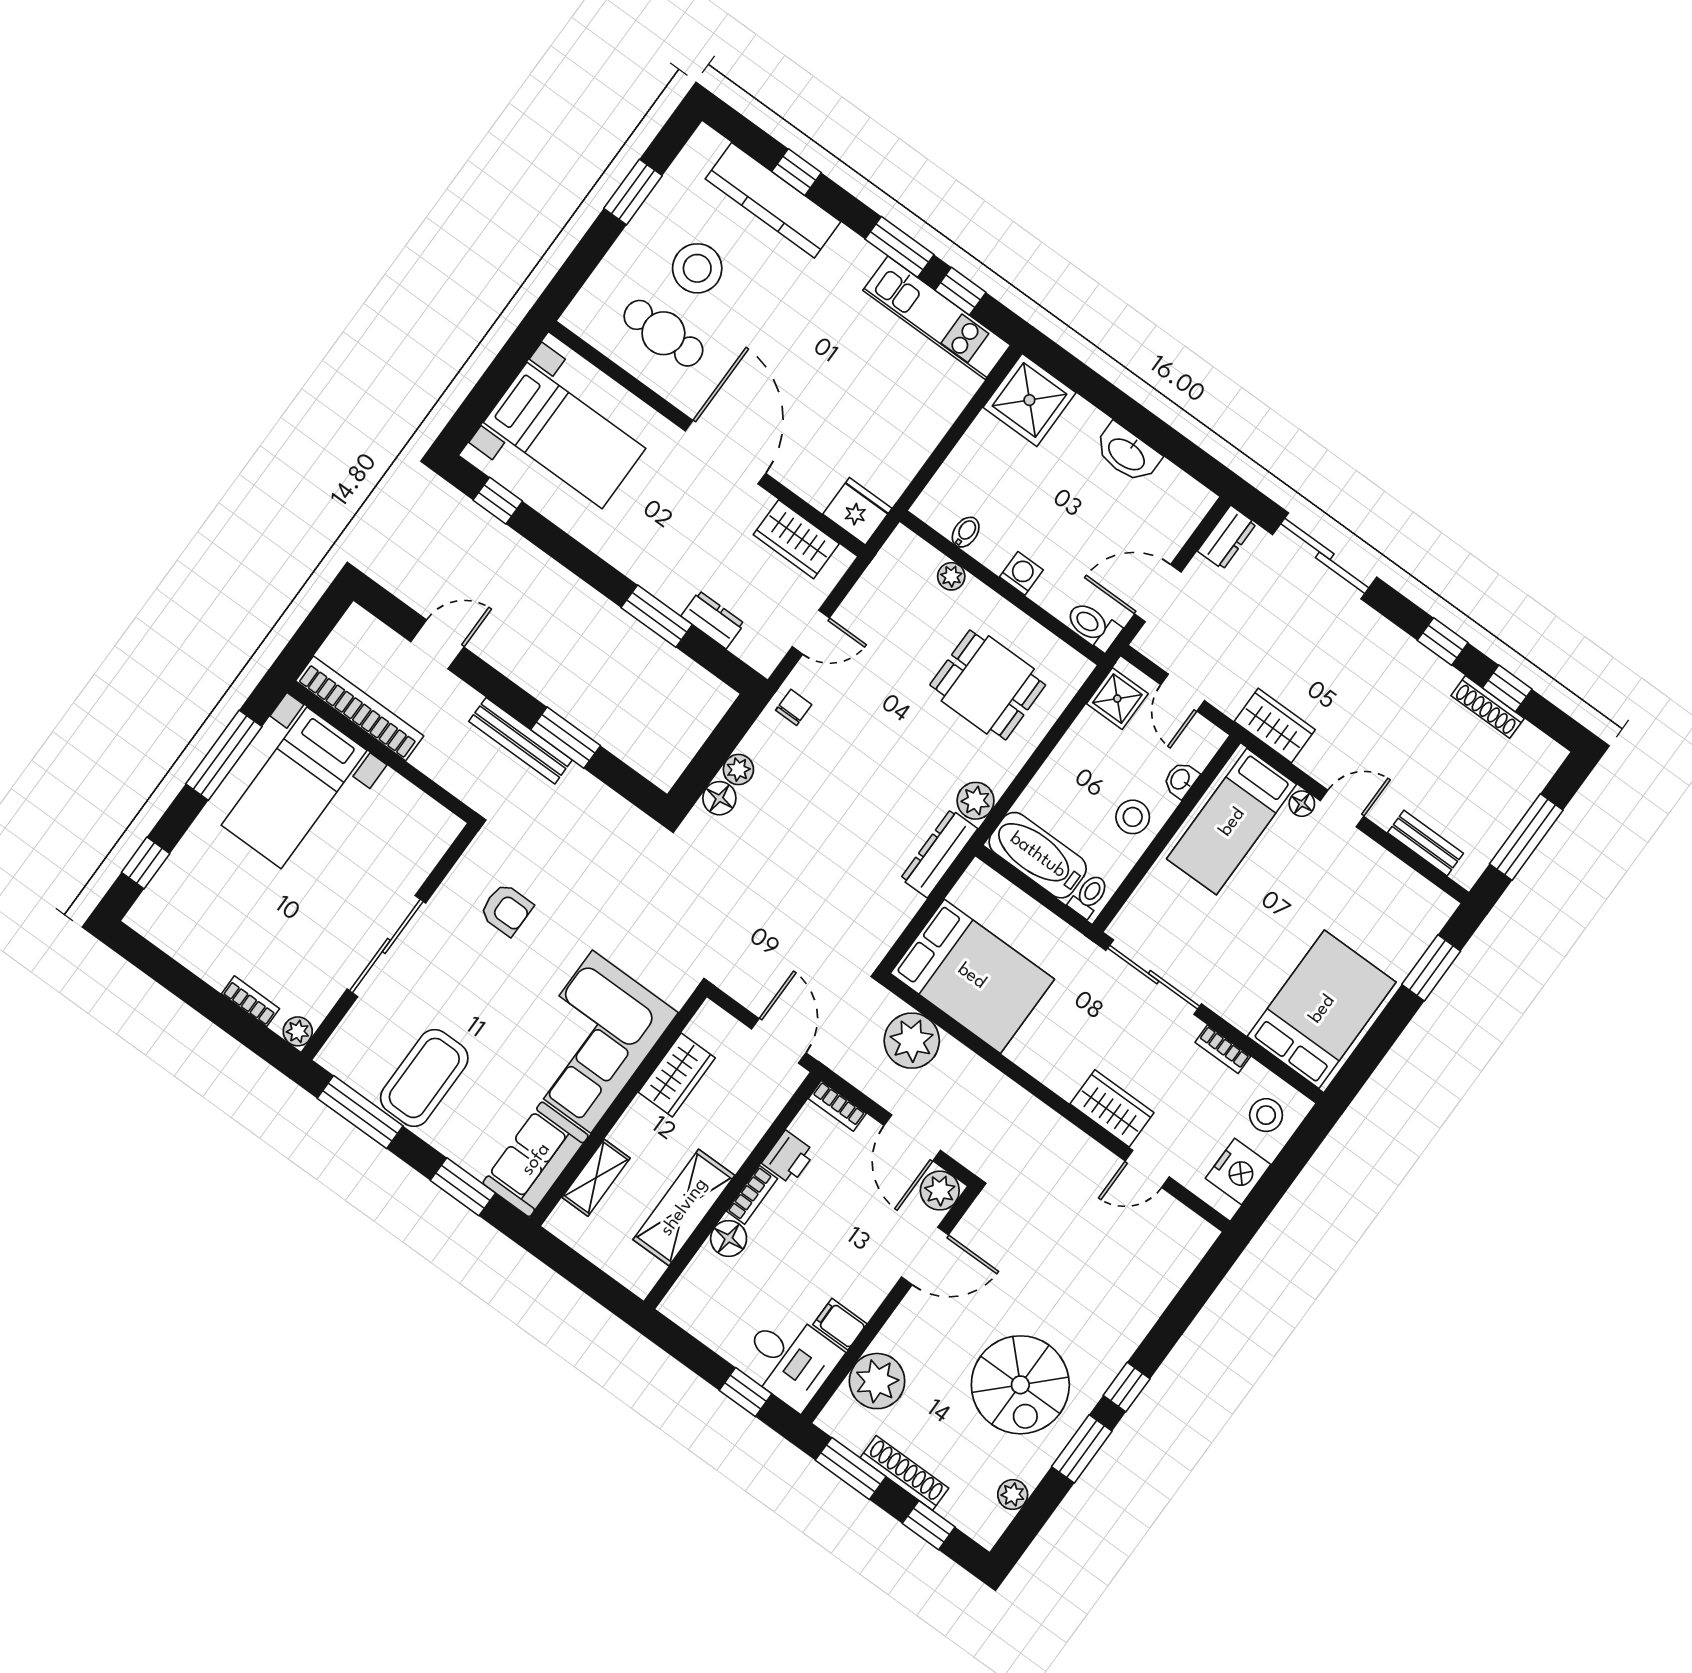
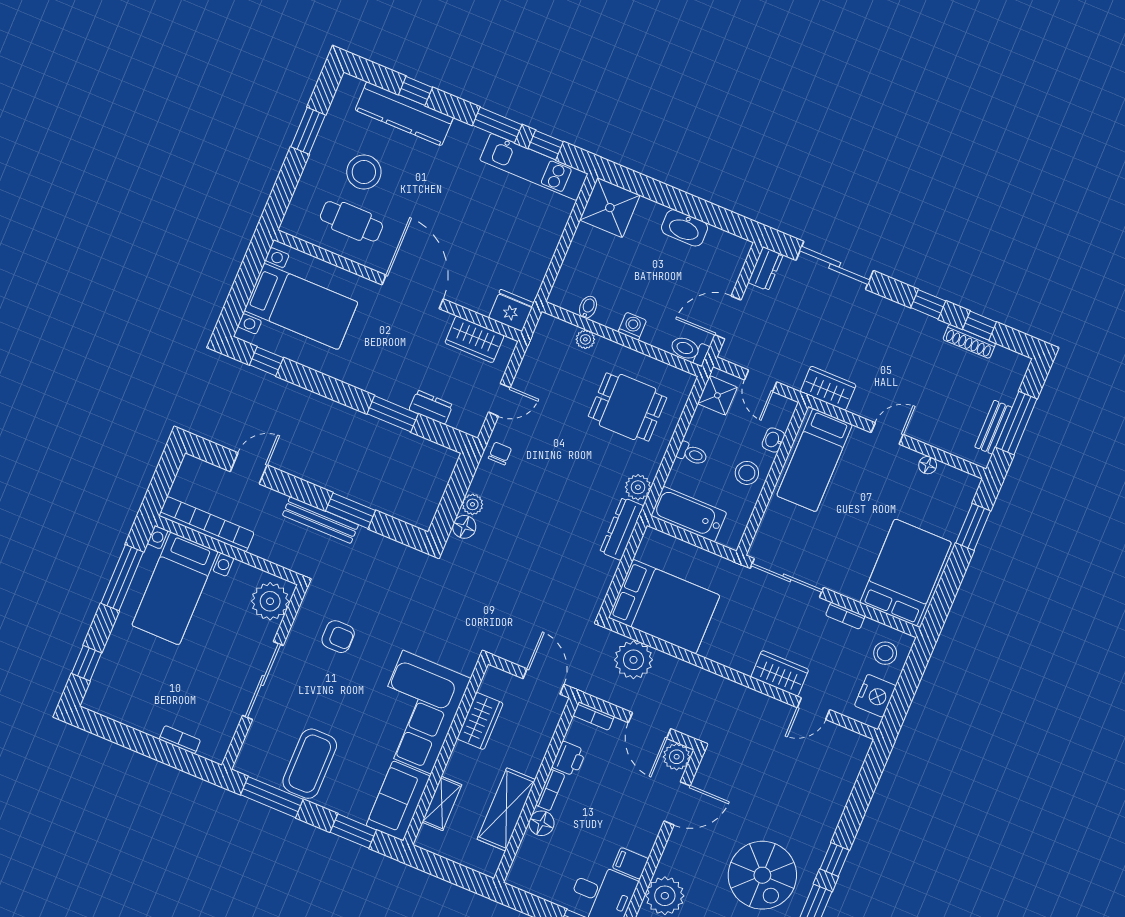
floor lamp: (1302, 804) -> (928, 465), moved
bench: (1425, 843) -> (993, 427), moved, turned 90
toilet: (1089, 896) -> (692, 454), moved, turned 90
plant: (298, 1031) -> (270, 601), moved, width x1.88, depth x1.88

